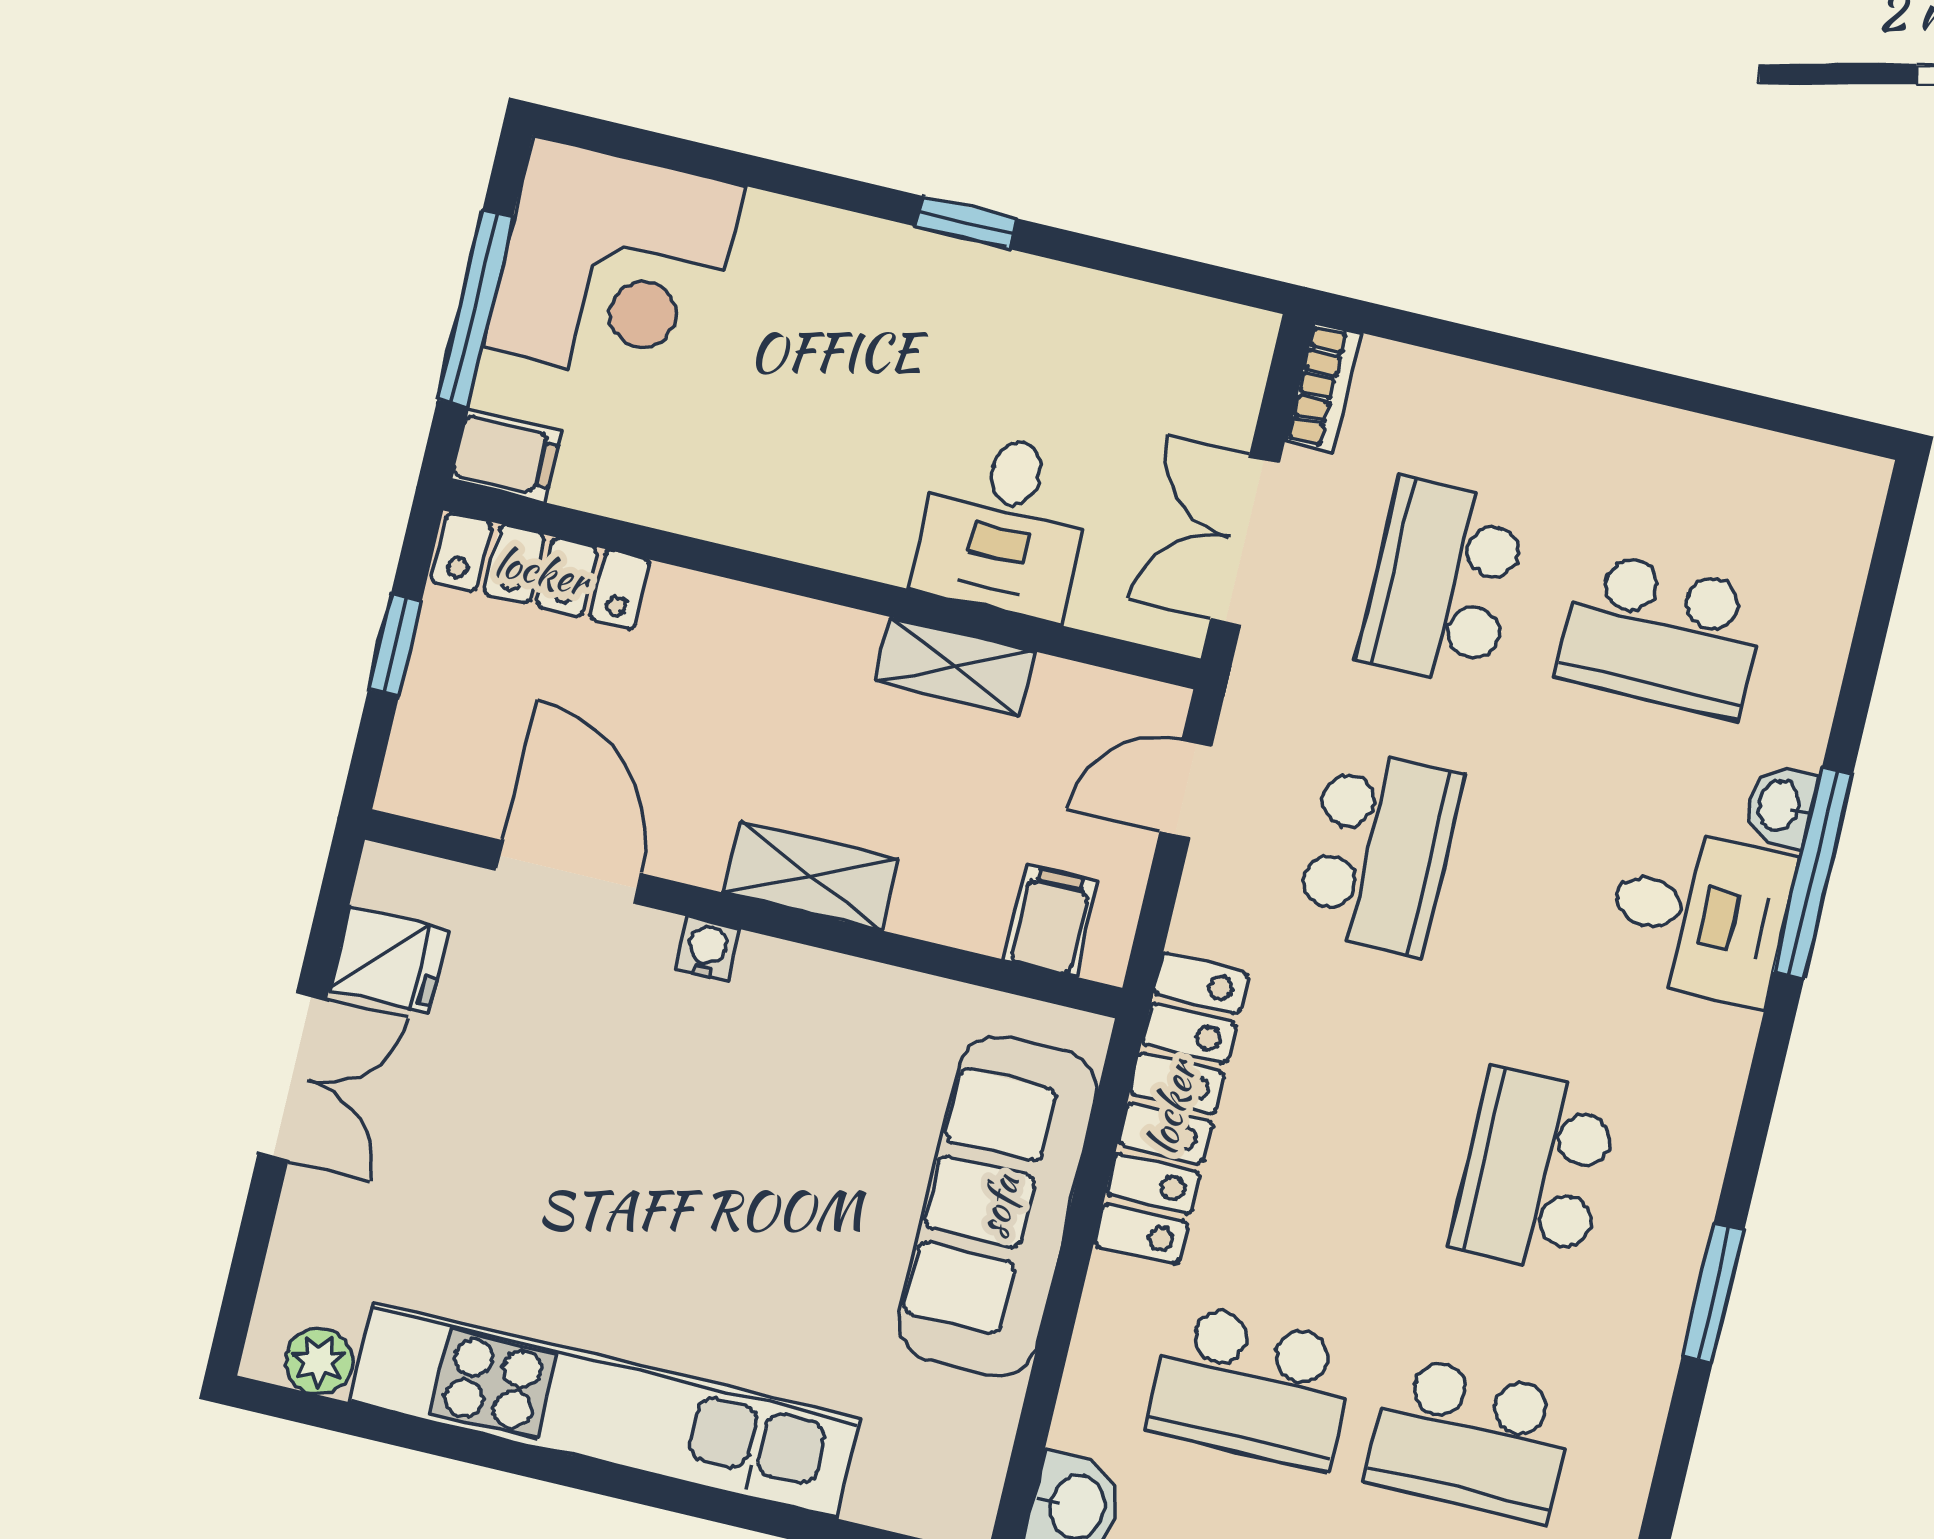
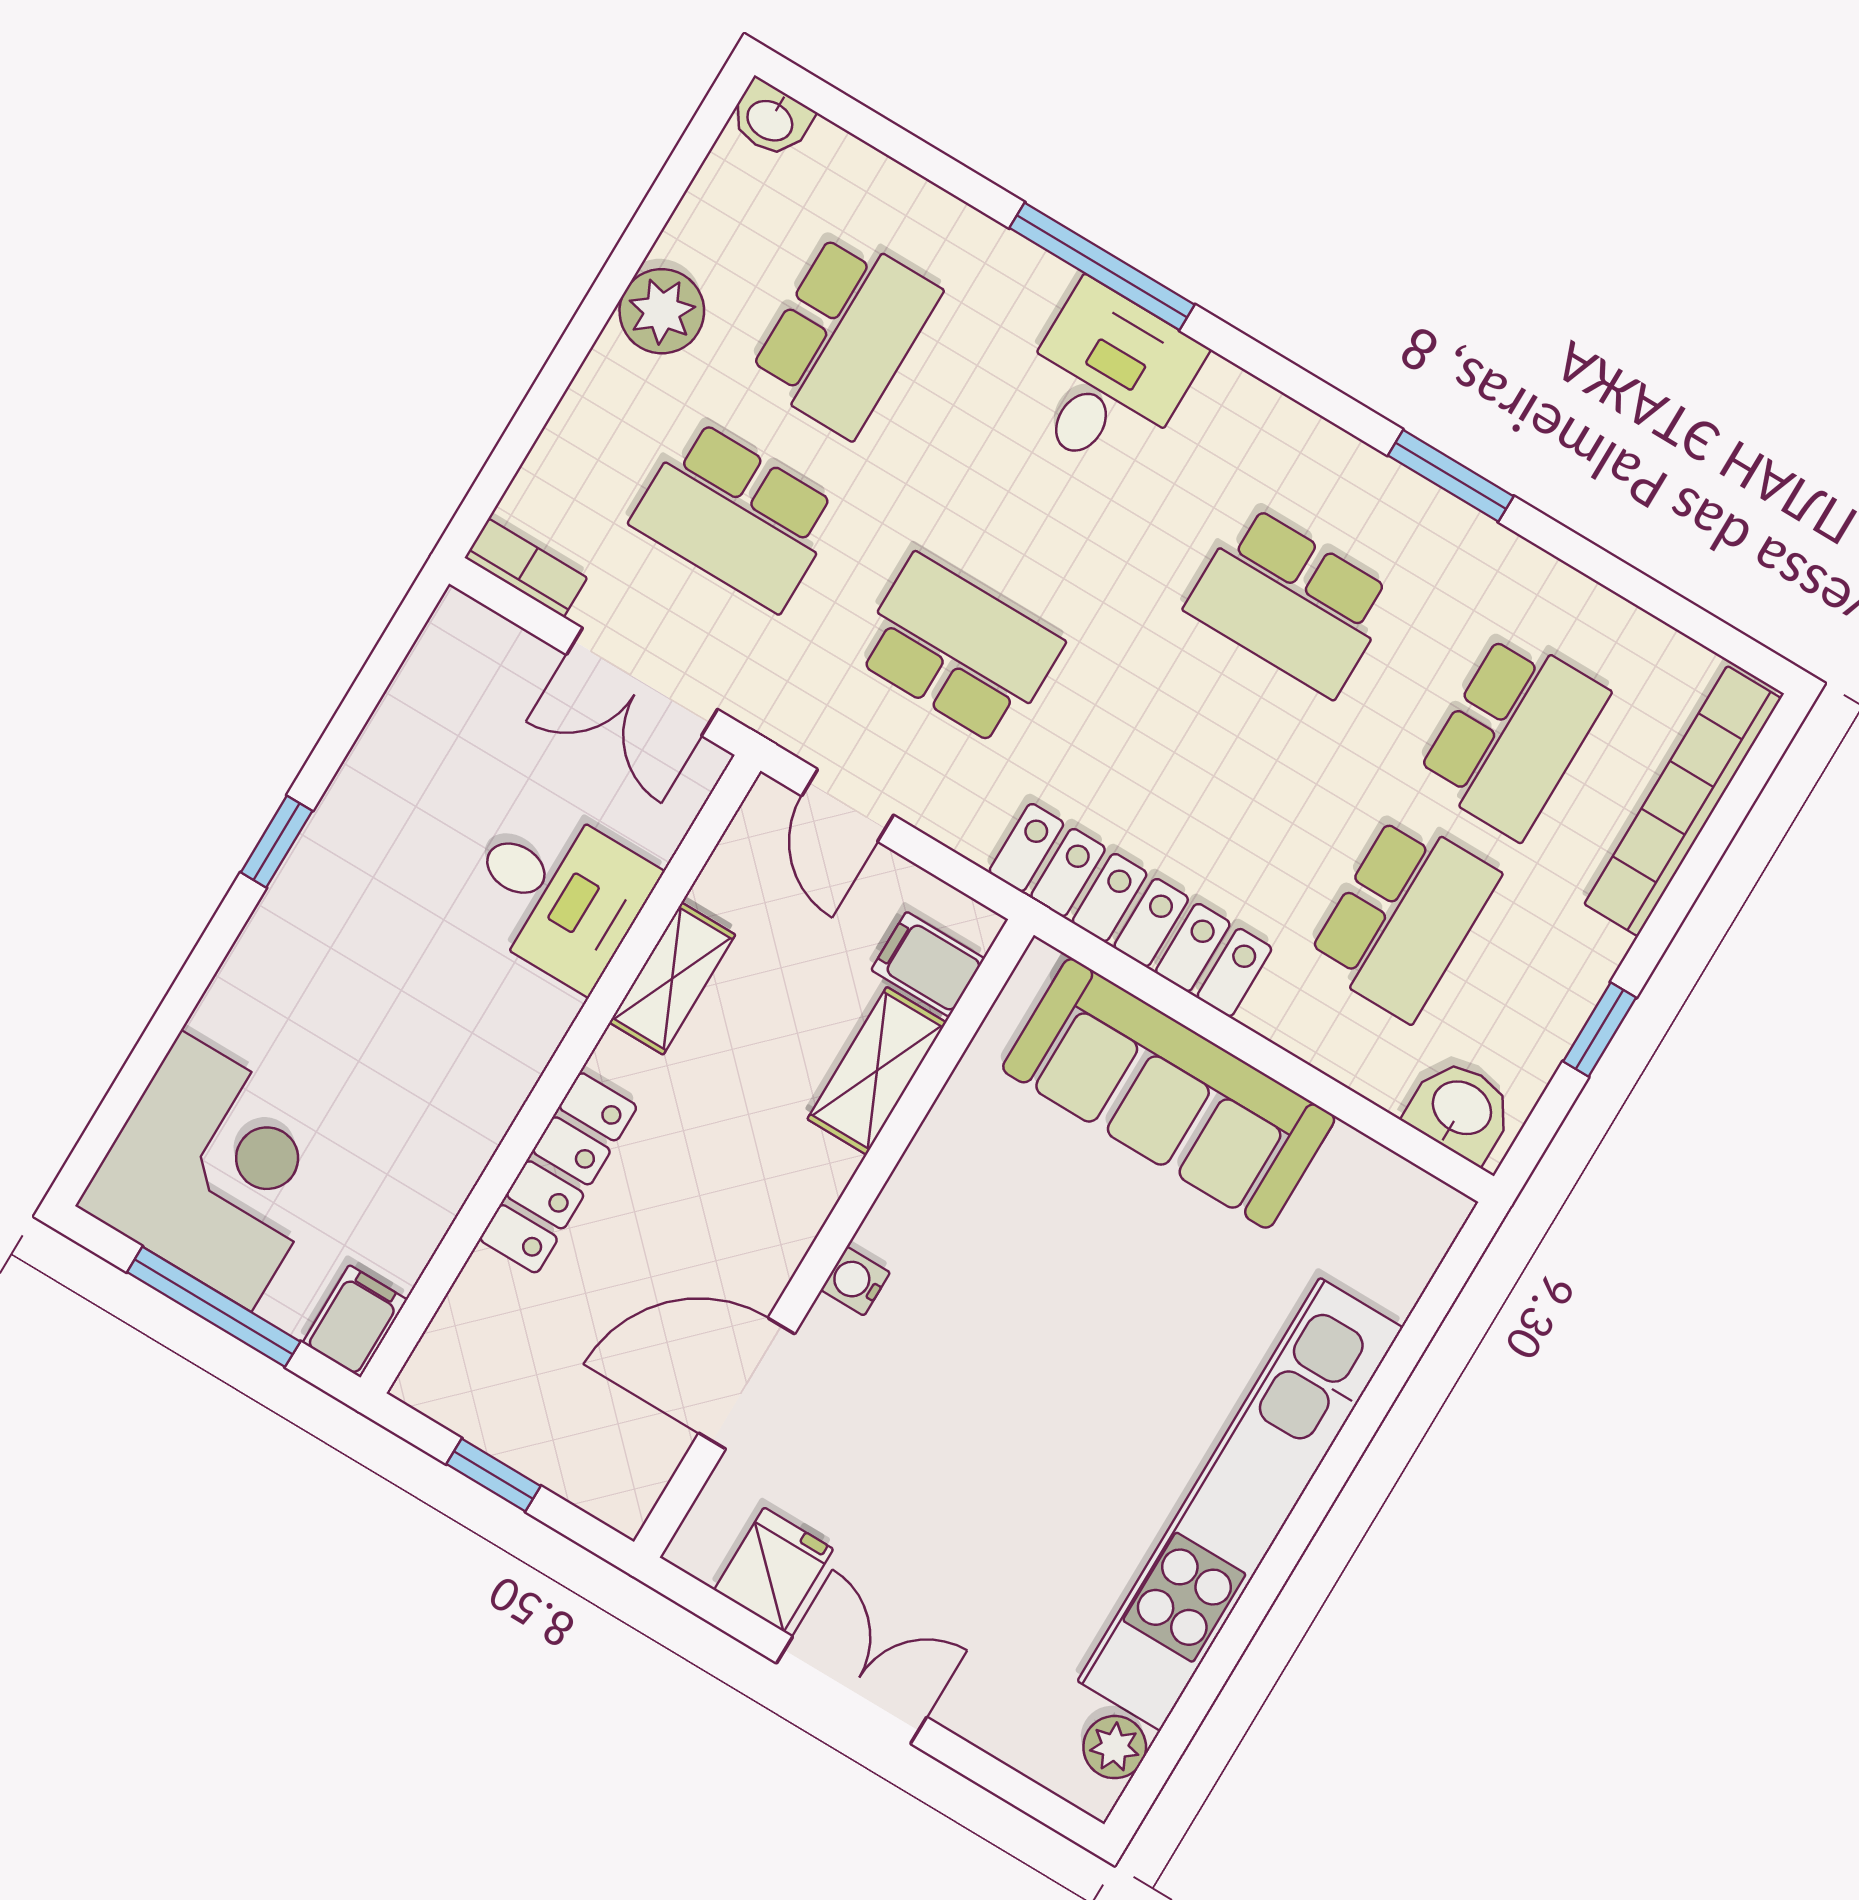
plant: (1626, 442) -> (662, 311), added
locker: (541, 571) -> (558, 1173), moved
washbasin: (1781, 806) -> (771, 119), moved
shelving: (811, 876) -> (877, 1071), moved

